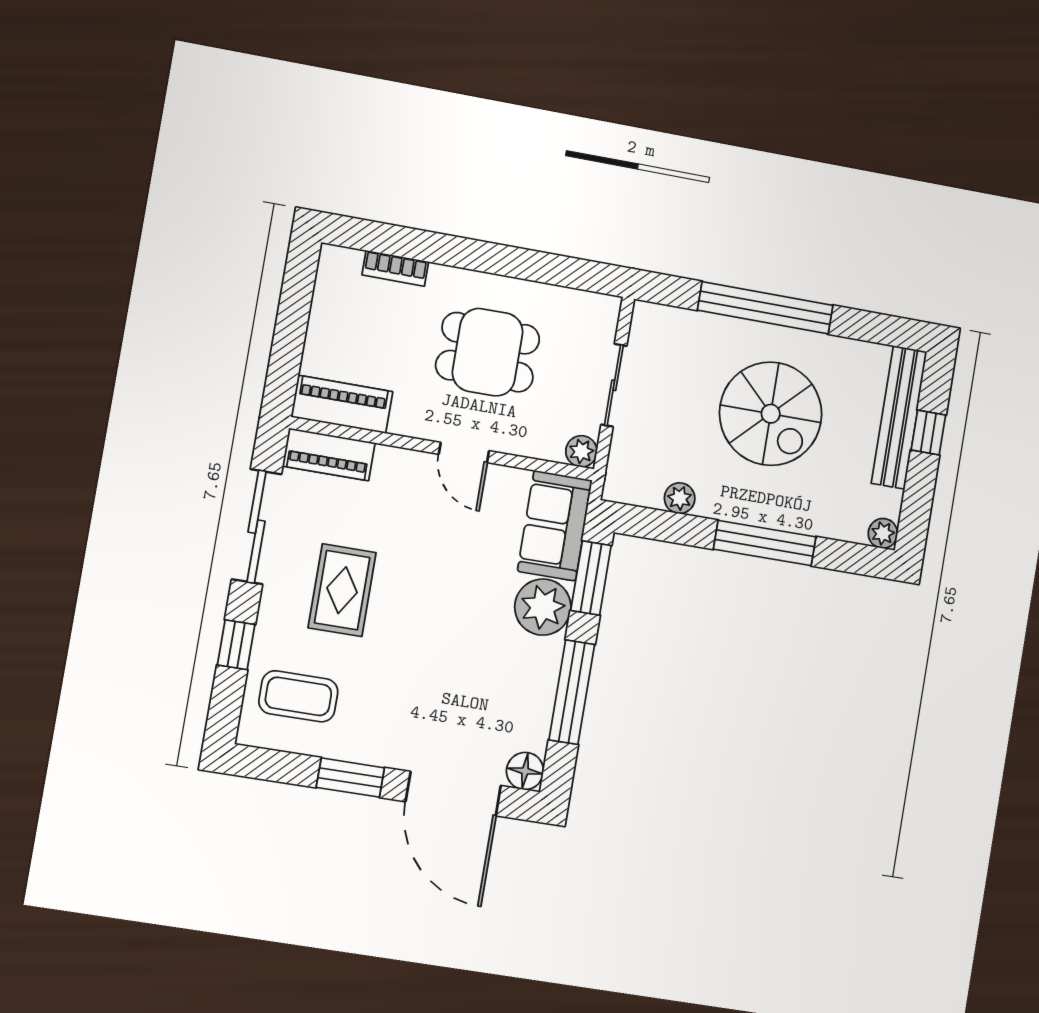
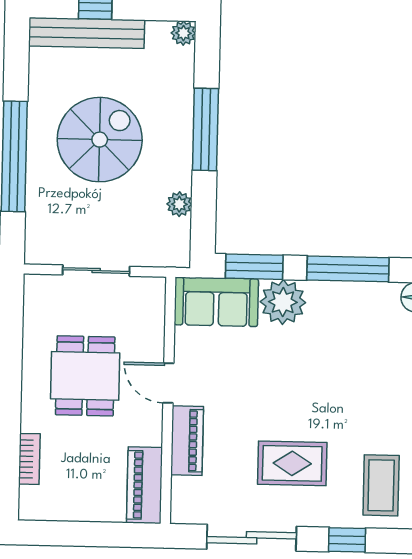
plant: (581, 451) -> (153, 289), removed
door: (464, 452) -> (168, 383), swing flipped
piano: (329, 454) -> (187, 441), moved

